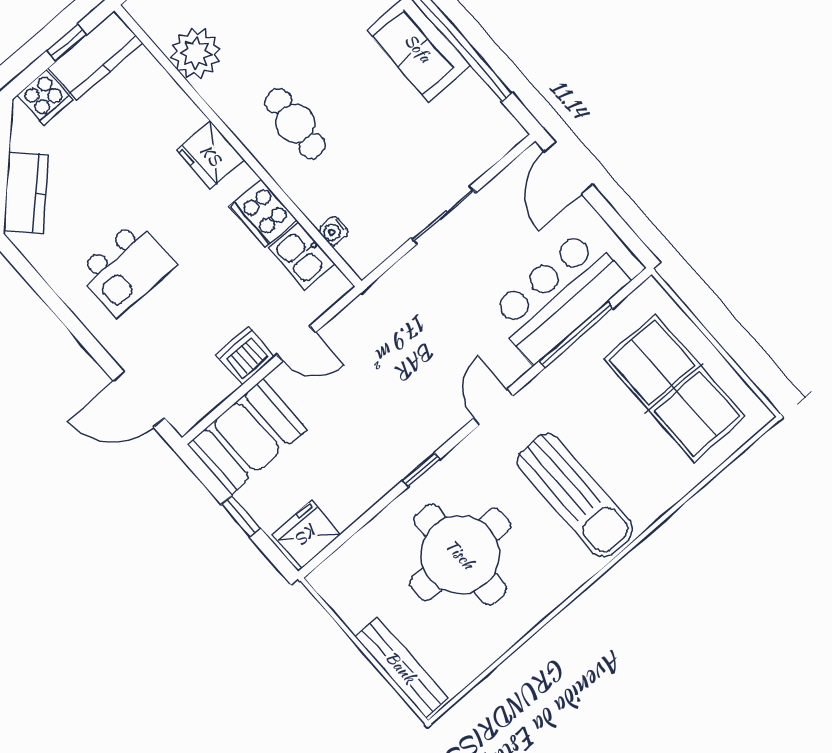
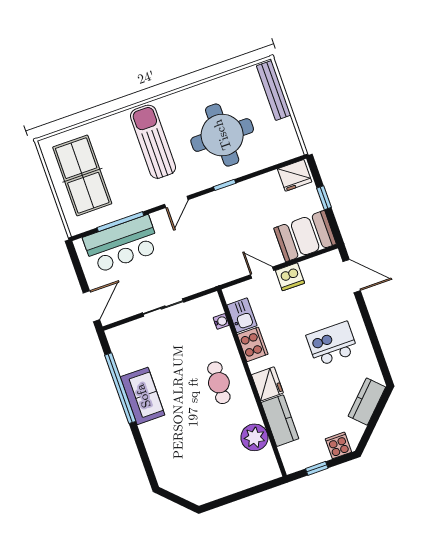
kitchen counter: (96, 55) -> (280, 421), moved, turned 90

